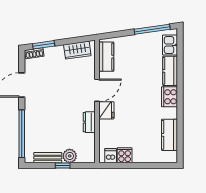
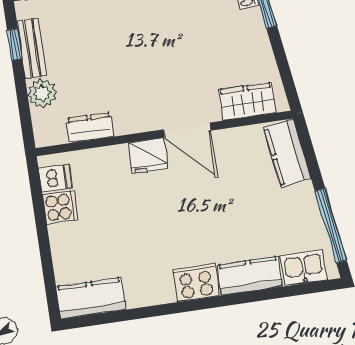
wardrobe: (77, 50) -> (247, 101), moved, turned 98
kitchen counter: (106, 57) -> (287, 153), moved, turned 82
dresser: (89, 122) -> (90, 128), moved
kitchen counter: (170, 135) -> (91, 298), moved
window: (63, 166) -> (15, 44), moved

